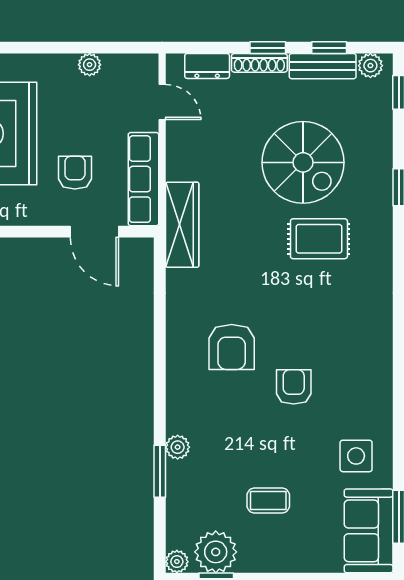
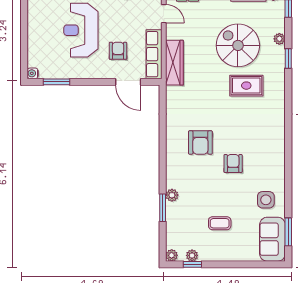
plant: (382, 150) -> (279, 39), added
spiral stairs: (303, 162) -> (238, 45), turned 180
wardrobe: (182, 225) -> (174, 63), moved
plant: (216, 552) -> (192, 255), width x0.53, depth x0.53

